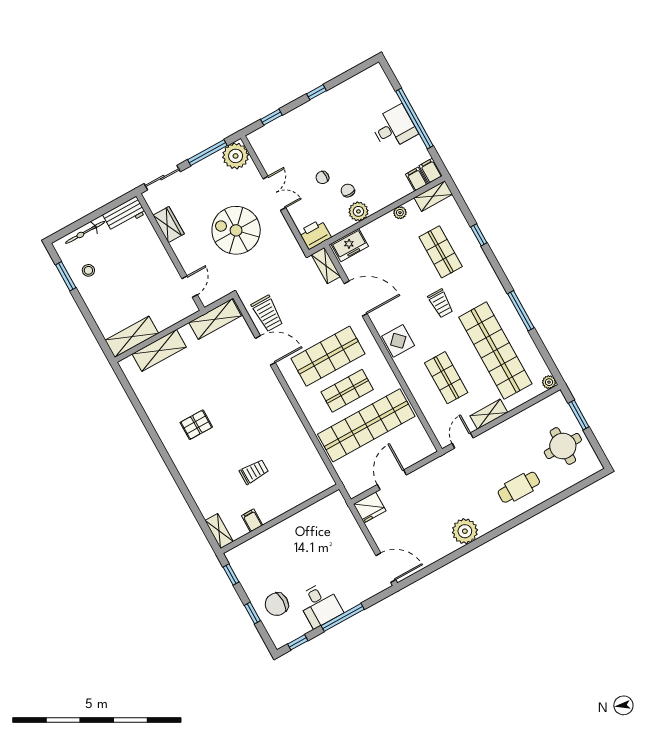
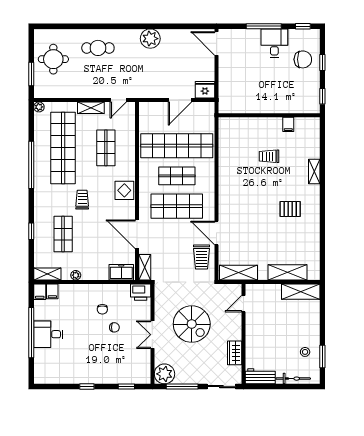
plant: (358, 211) -> (103, 291), removed
window: (521, 311) -> (31, 165), width x1.46
trolley: (267, 313) -> (202, 257), turned 180
shelving: (219, 531) -> (314, 171), moved

